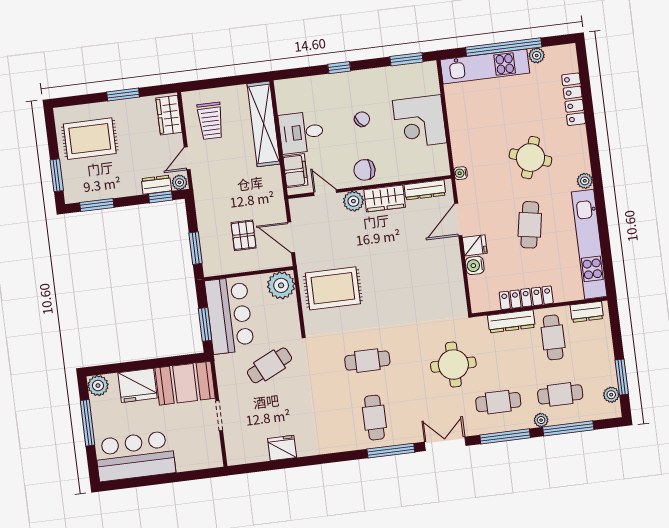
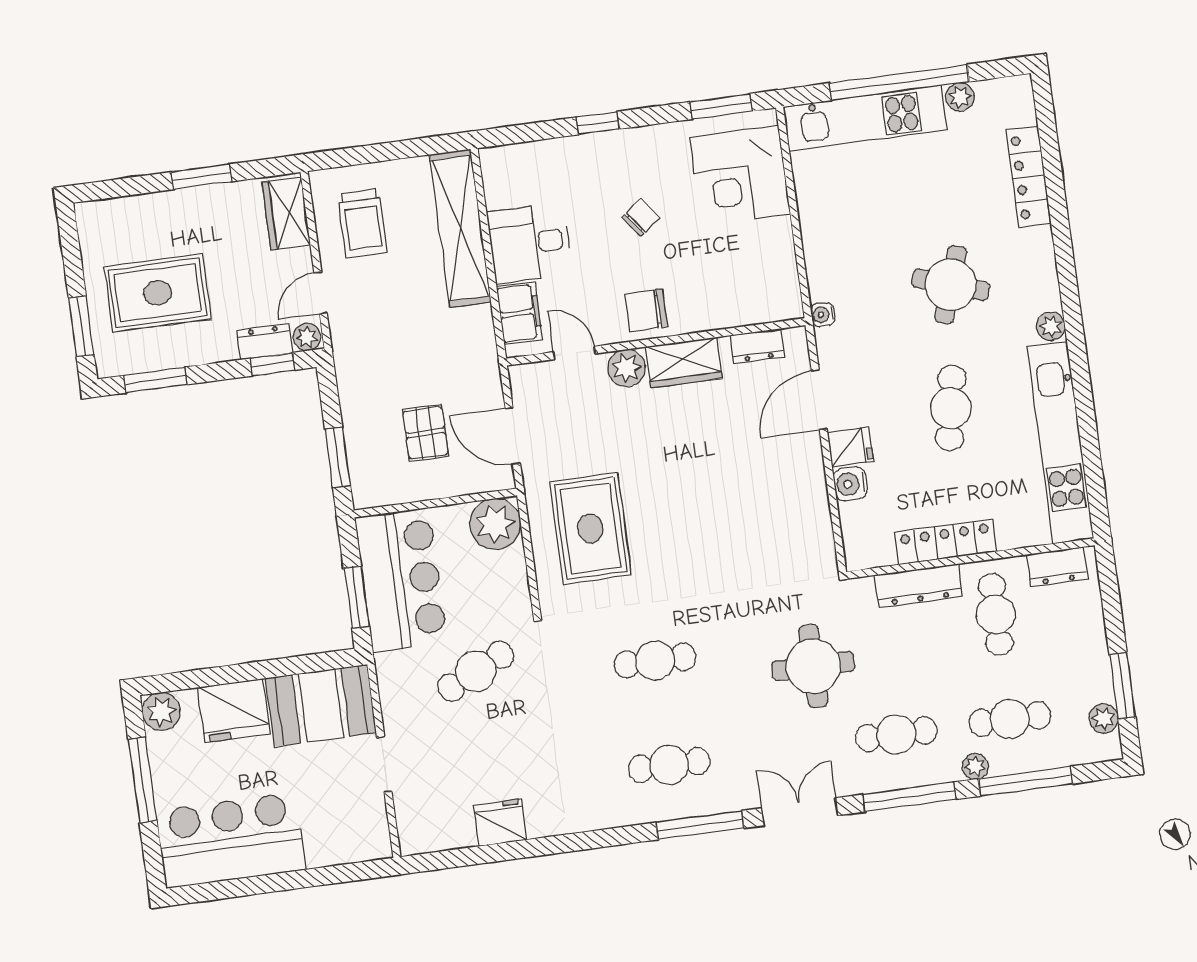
corner desk: (420, 122) -> (740, 176), moved
rug: (90, 139) -> (158, 293), moved
dresser: (425, 190) -> (758, 346), width x0.70
rug: (333, 288) -> (590, 528), turned 90
cafe table: (374, 418) -> (669, 765), turned 90

